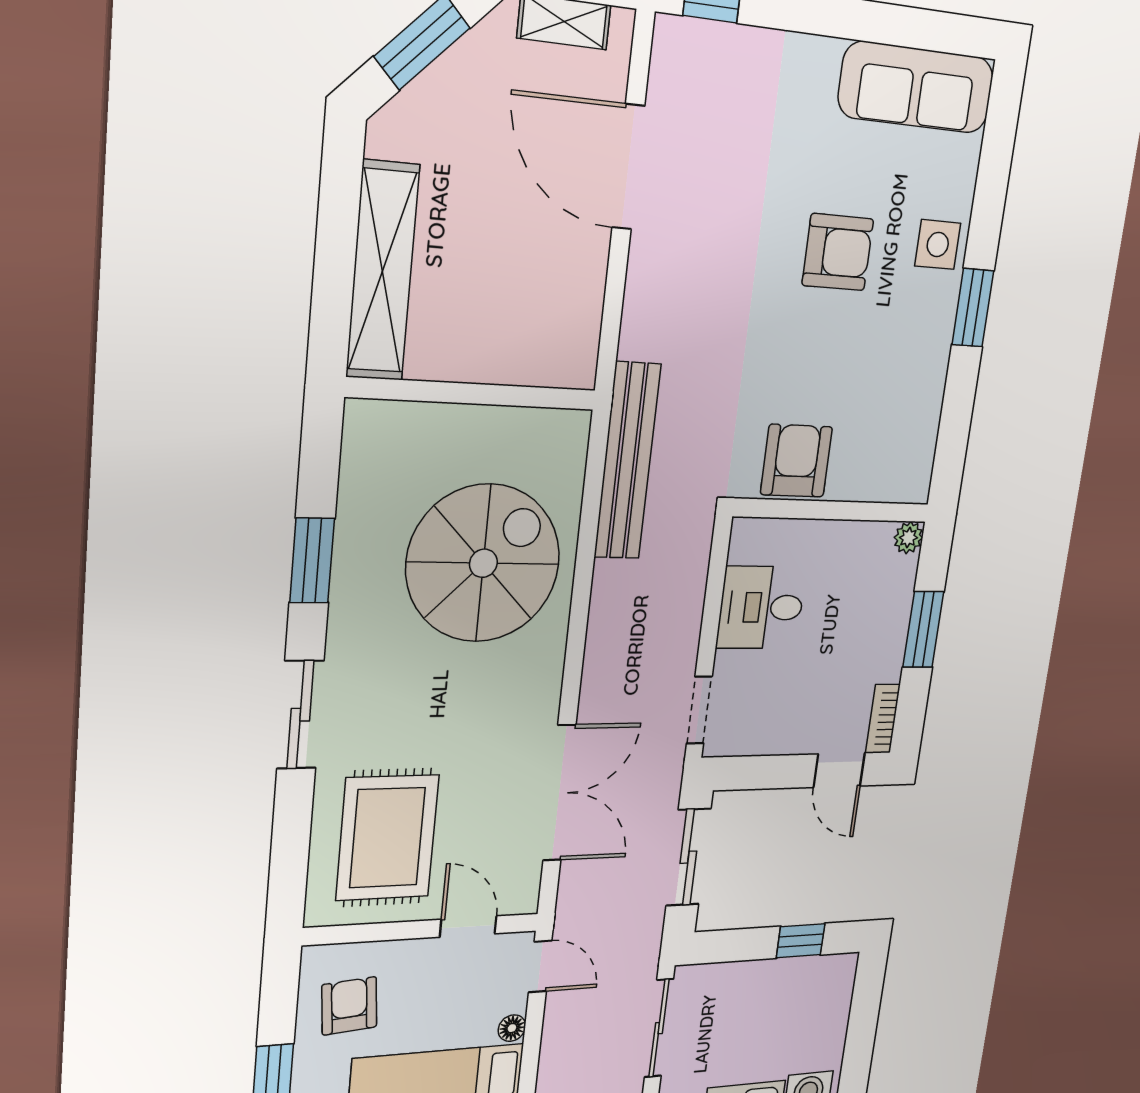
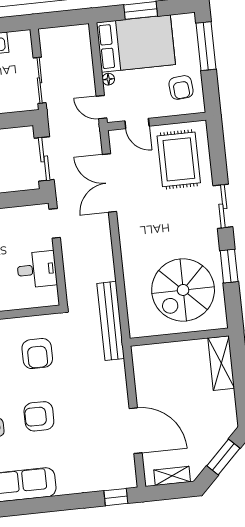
shelving: (382, 271) -> (221, 363), width x0.68
armchair: (796, 461) -> (37, 354), moved
spiral stairs: (483, 563) -> (183, 290), moved

